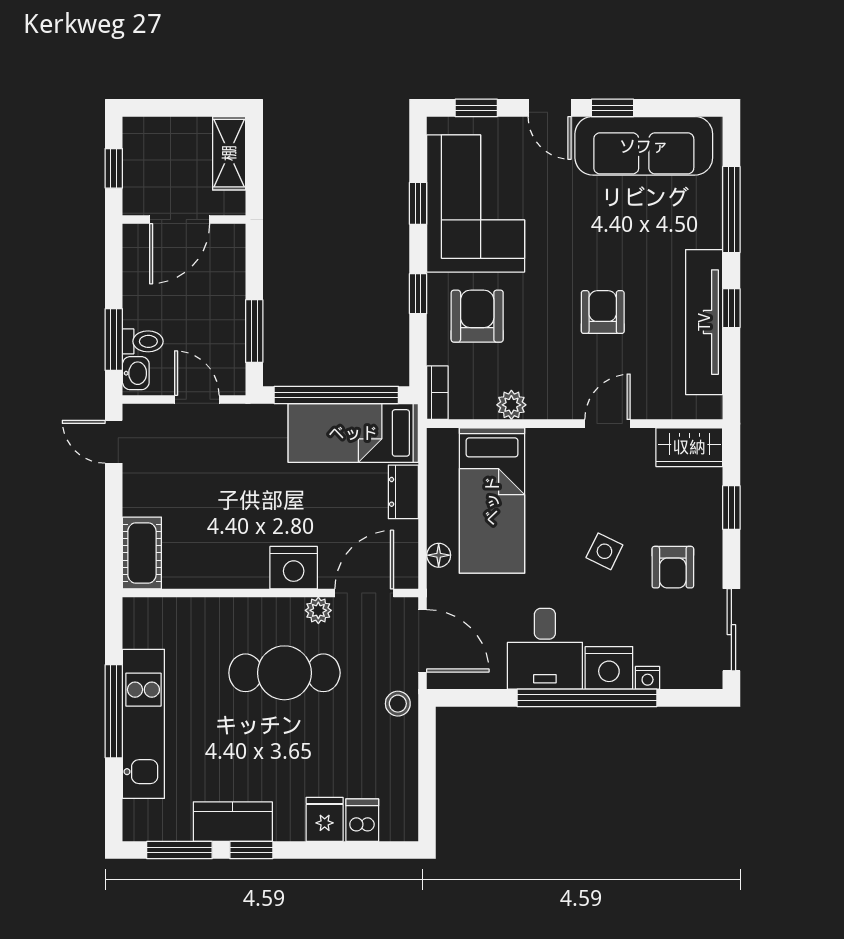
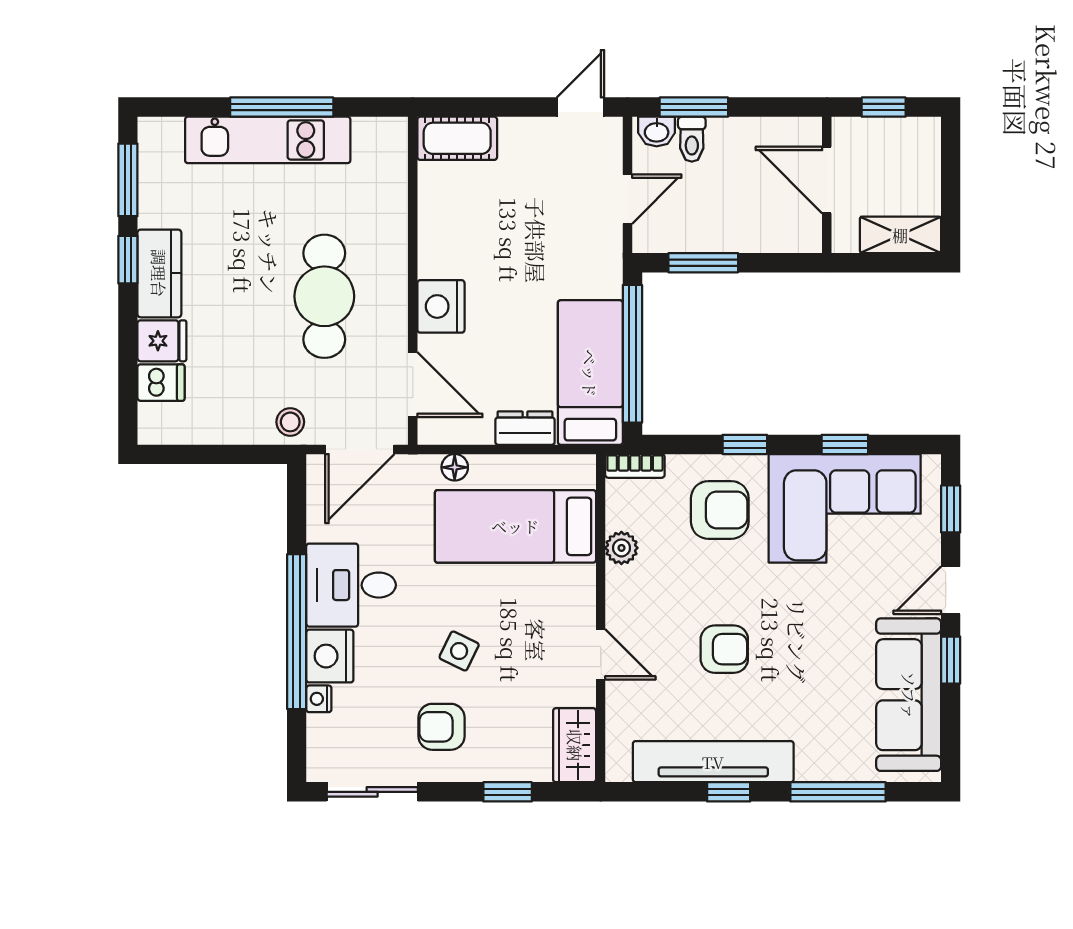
plant: (318, 610) -> (394, 334), removed
kitchen counter: (233, 822) -> (159, 273), moved

